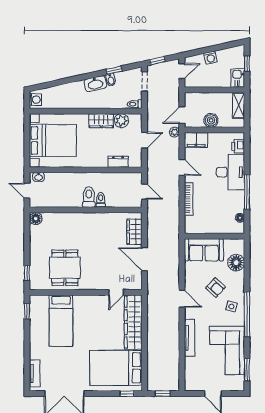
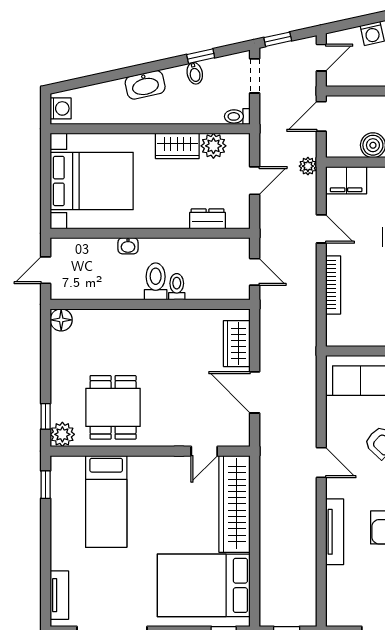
washbasin: (95, 84) -> (145, 85), moved
door: (182, 115) -> (321, 116), moved
washbasin: (39, 177) -> (128, 246), moved
door: (27, 191) -> (46, 270), hinge flipped
plant: (36, 283) -> (62, 434), added

